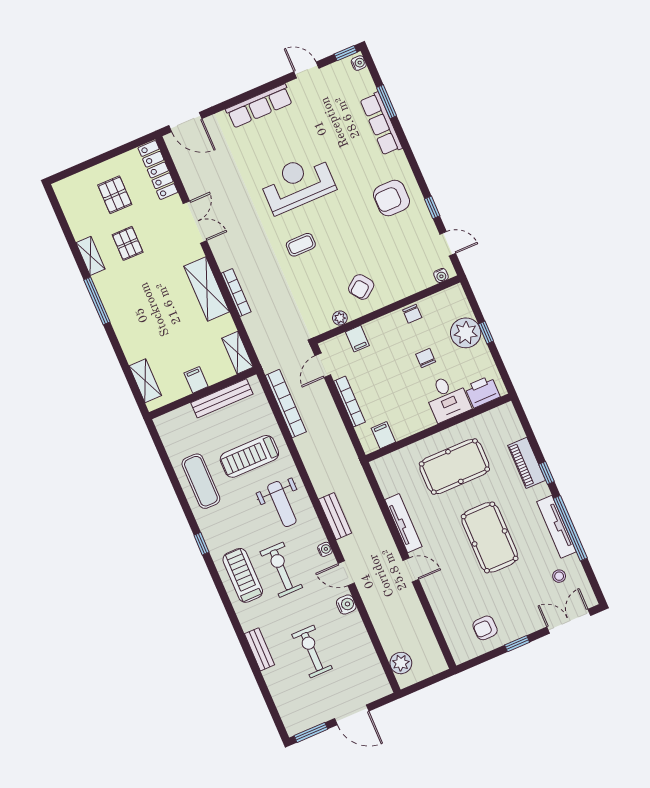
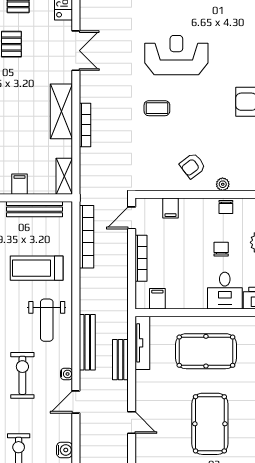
plant: (340, 318) -> (223, 184), moved
bench: (373, 512) -> (120, 360), added
bench: (335, 516) -> (87, 342), width x1.36
tv unit: (403, 523) -> (142, 343), moved
door: (346, 573) -> (76, 402), hinge flipped
water cooler: (346, 605) -> (65, 450), moved

